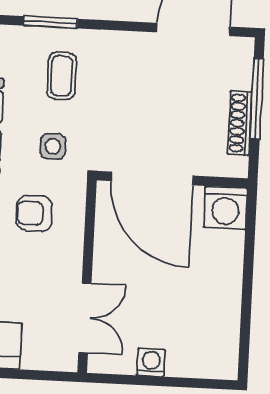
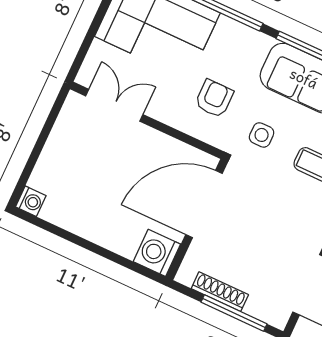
double door: (85, 318) -> (114, 105), swing flipped
washing machine: (151, 362) -> (31, 201), moved

